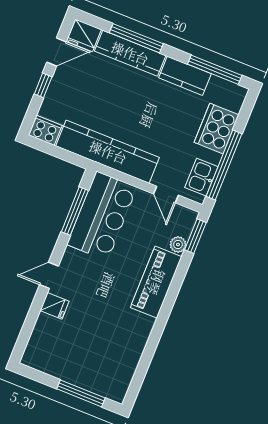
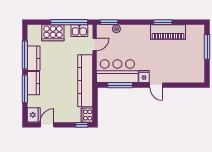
door: (57, 52) -> (47, 125), hinge flipped
kitchen counter: (130, 53) -> (33, 83), width x0.67
window: (215, 70) -> (25, 55), moved
window: (43, 85) -> (82, 125), moved
piano: (156, 282) -> (168, 32), moved
fridge: (55, 306) -> (144, 76), moved
window: (157, 332) -> (163, 22), added

